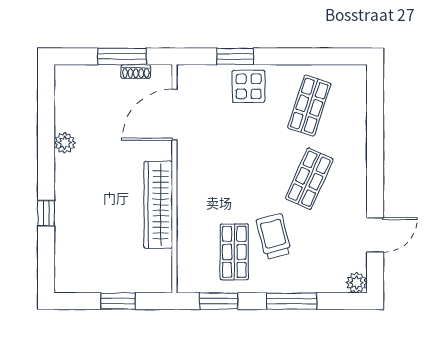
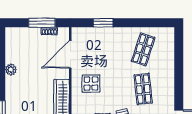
display table: (249, 86) -> (91, 84), moved
shop shelf: (309, 179) -> (143, 89), turned -30

